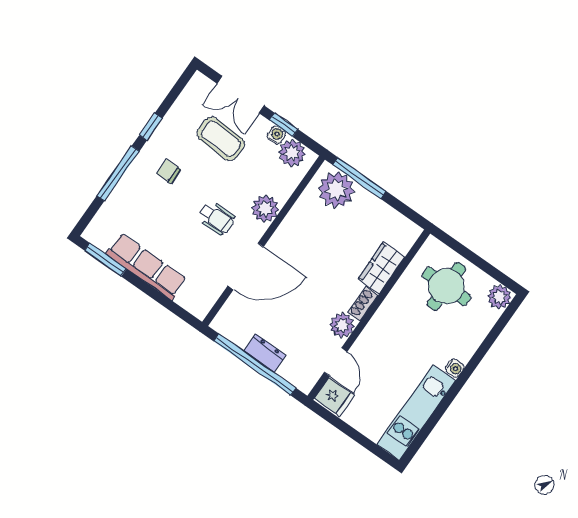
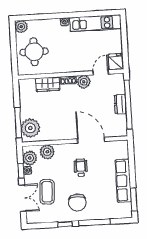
chair: (169, 171) -> (77, 202), width x1.87, depth x1.87
plant: (265, 209) -> (47, 152), moved

